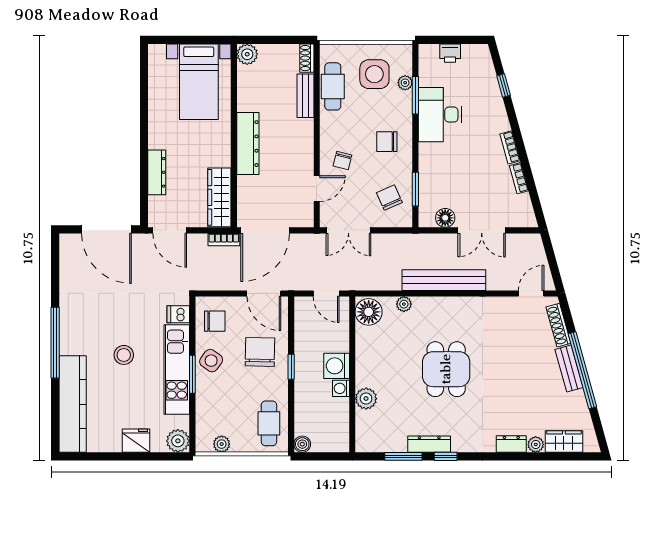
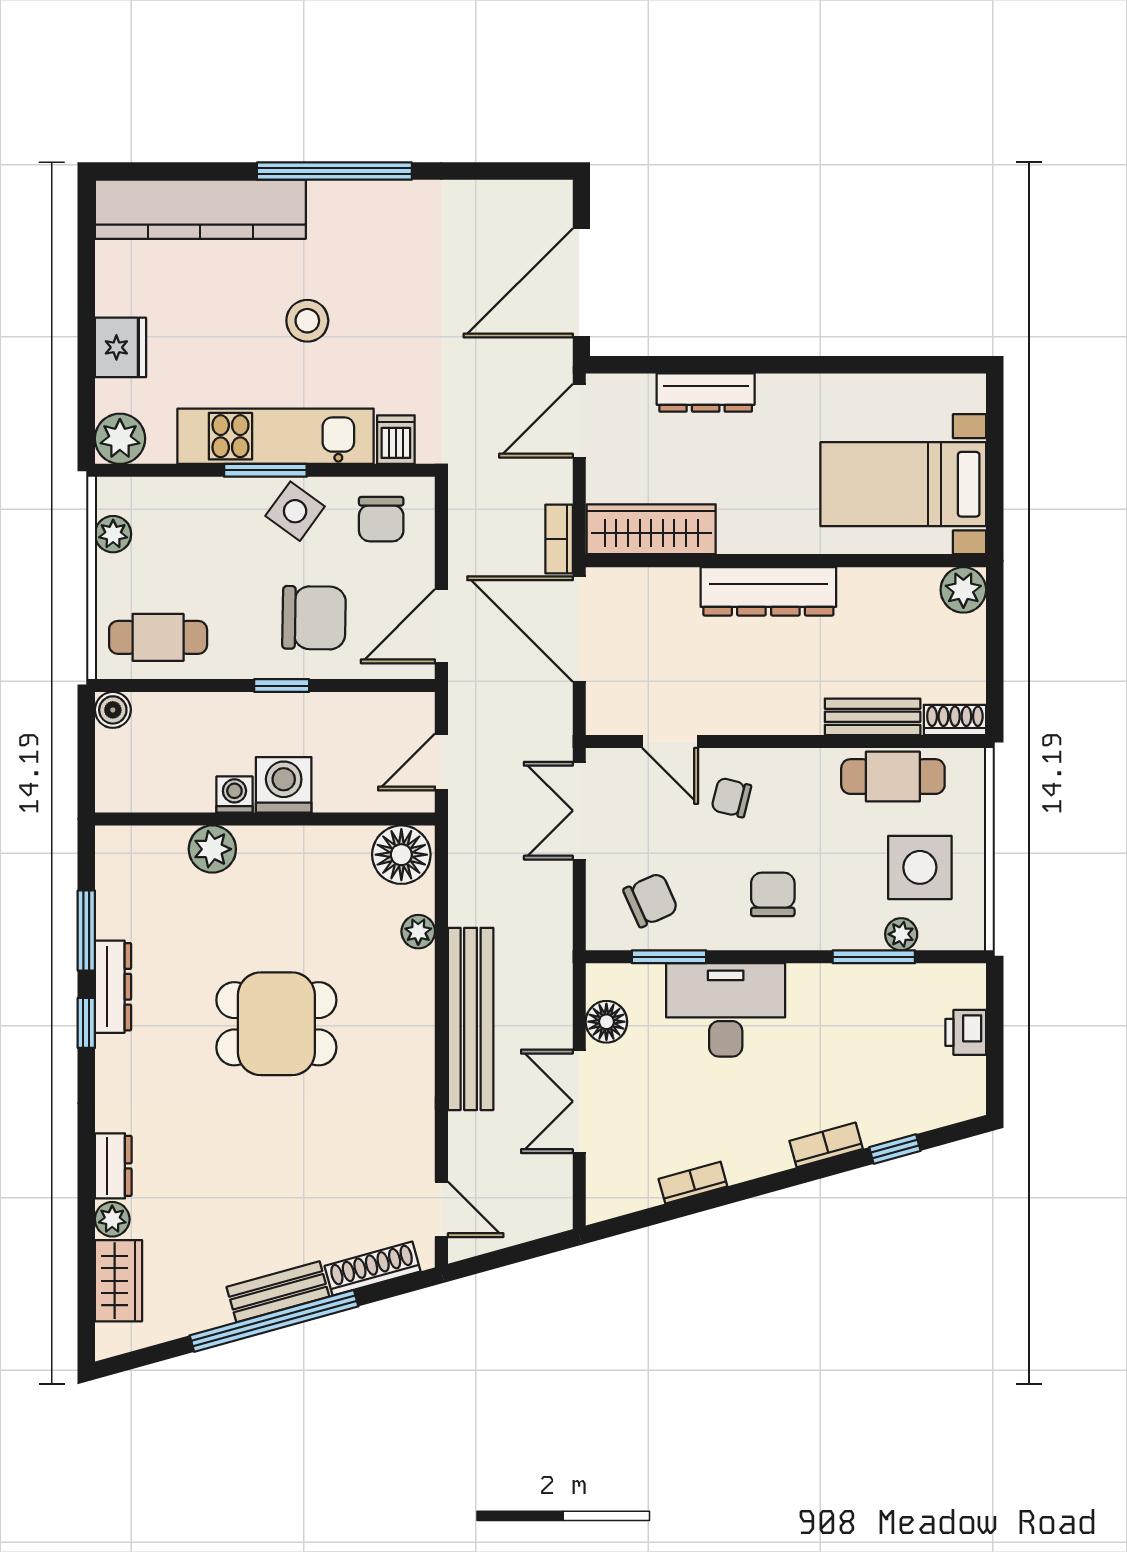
desk: (440, 115) -> (726, 1010), moved
bookcase: (510, 147) -> (826, 1145), moved

